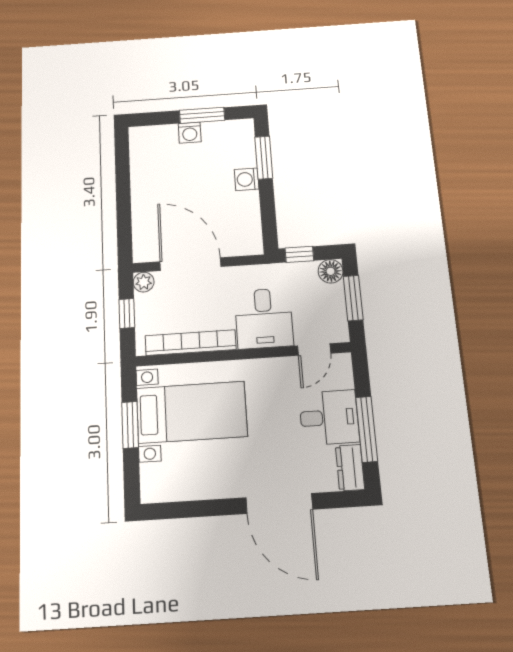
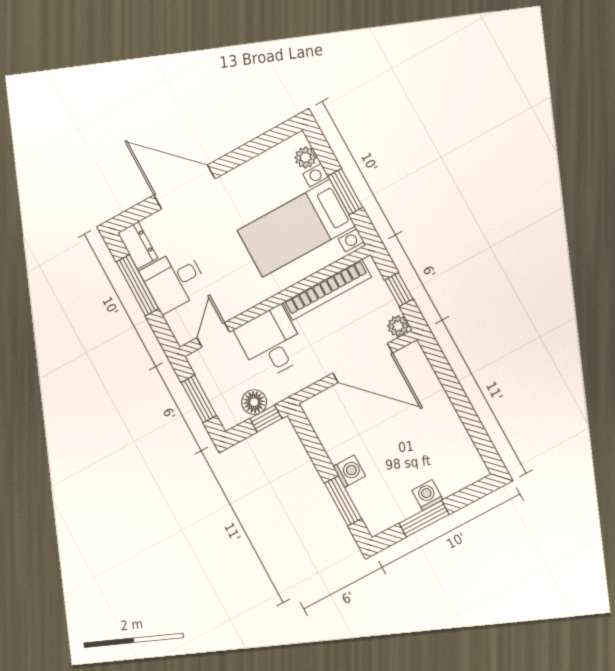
floor lamp: (331, 271) -> (254, 402), moved
plant: (151, 475) -> (305, 158), added

